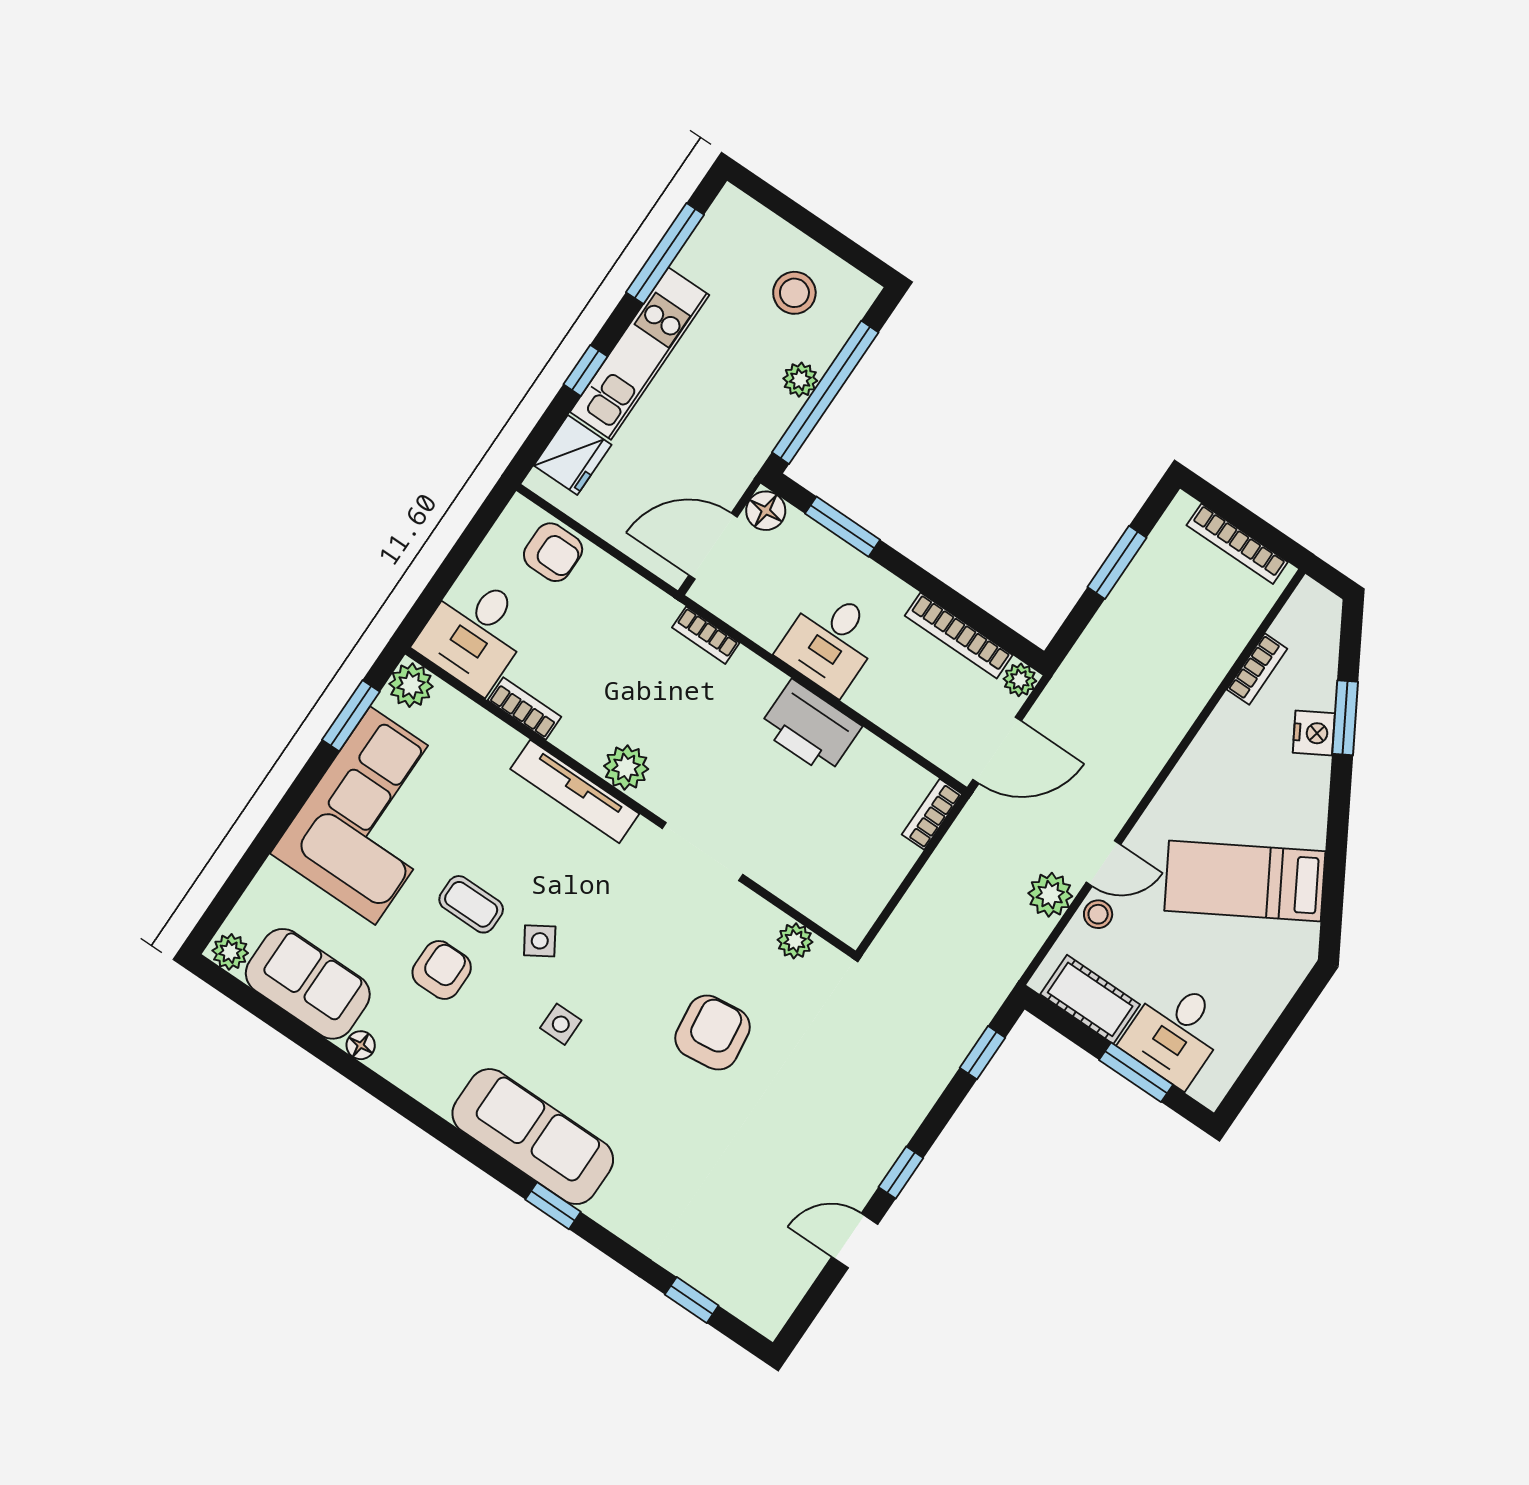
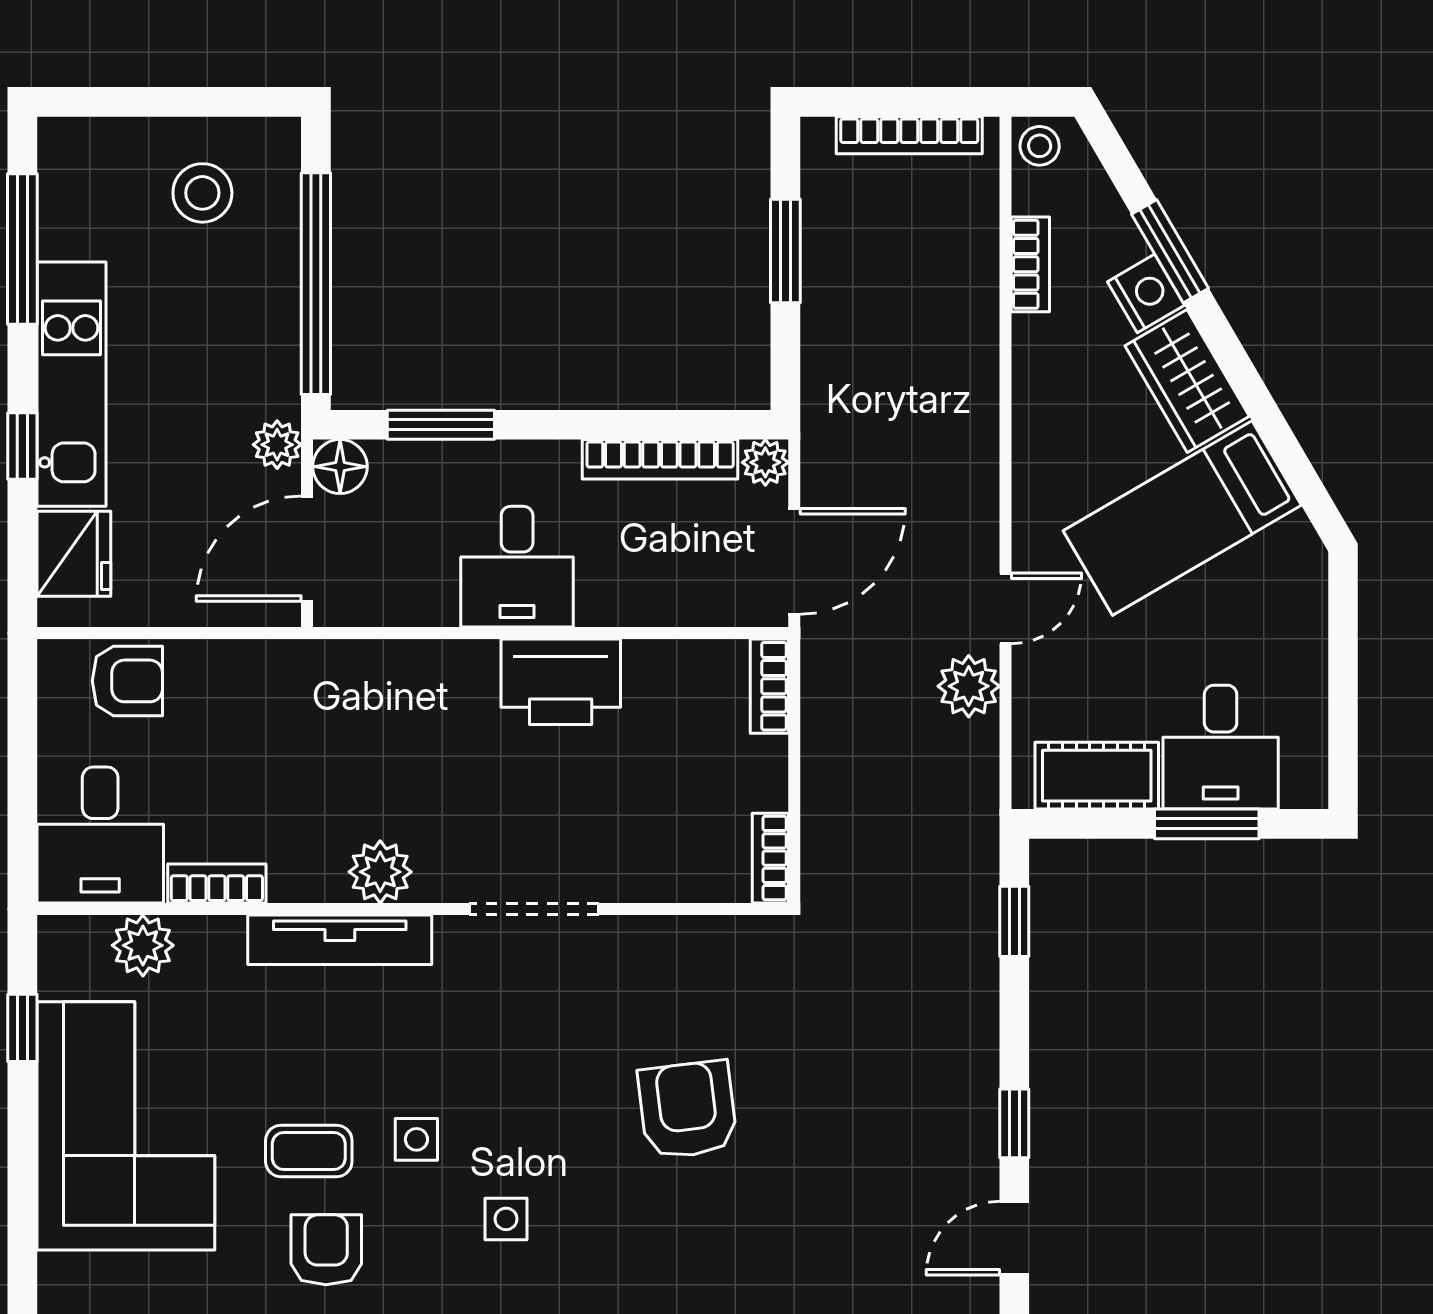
plant: (800, 380) -> (277, 445), moved
bookcase: (706, 635) -> (770, 858), moved, turned 90
plant: (411, 685) -> (143, 945), moved
window: (351, 716) -> (22, 1028), width x0.67
wardrobe: (1303, 802) -> (1187, 381), added
stool: (1098, 914) -> (1040, 146), moved
side table: (540, 941) -> (416, 1139), turned 32
plant: (795, 941) -> (711, 940), removed

